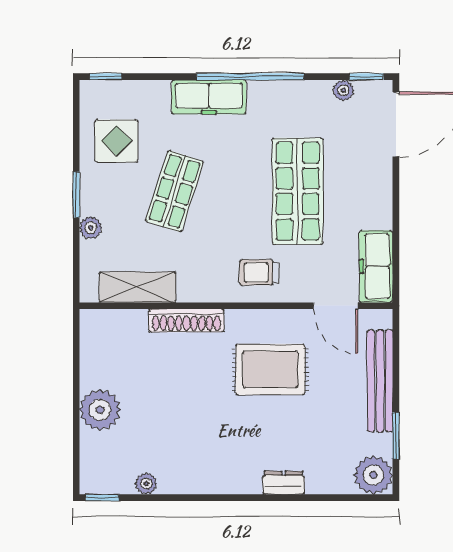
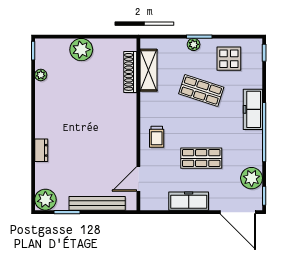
plant: (343, 90) -> (252, 178), width x1.87, depth x1.87
shop shelf: (298, 191) -> (201, 158), width x0.70, depth x0.74
plant: (91, 228) -> (194, 44), moved
freezer: (376, 266) -> (189, 201), moved
trolley: (259, 272) -> (157, 137), turned 180
shoe rack: (186, 321) -> (130, 72), moved
rug: (270, 369) -> (103, 143), removed

